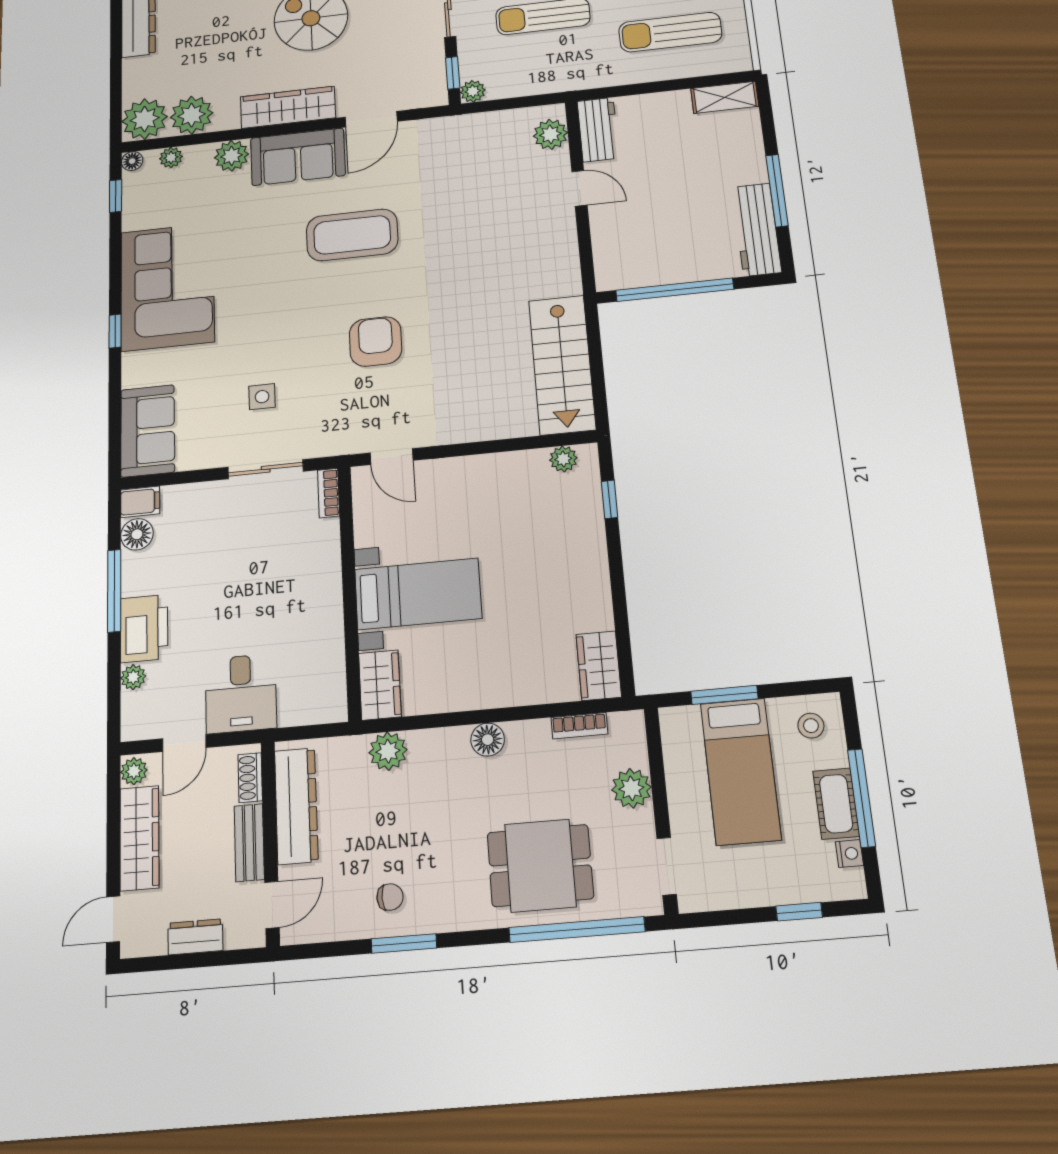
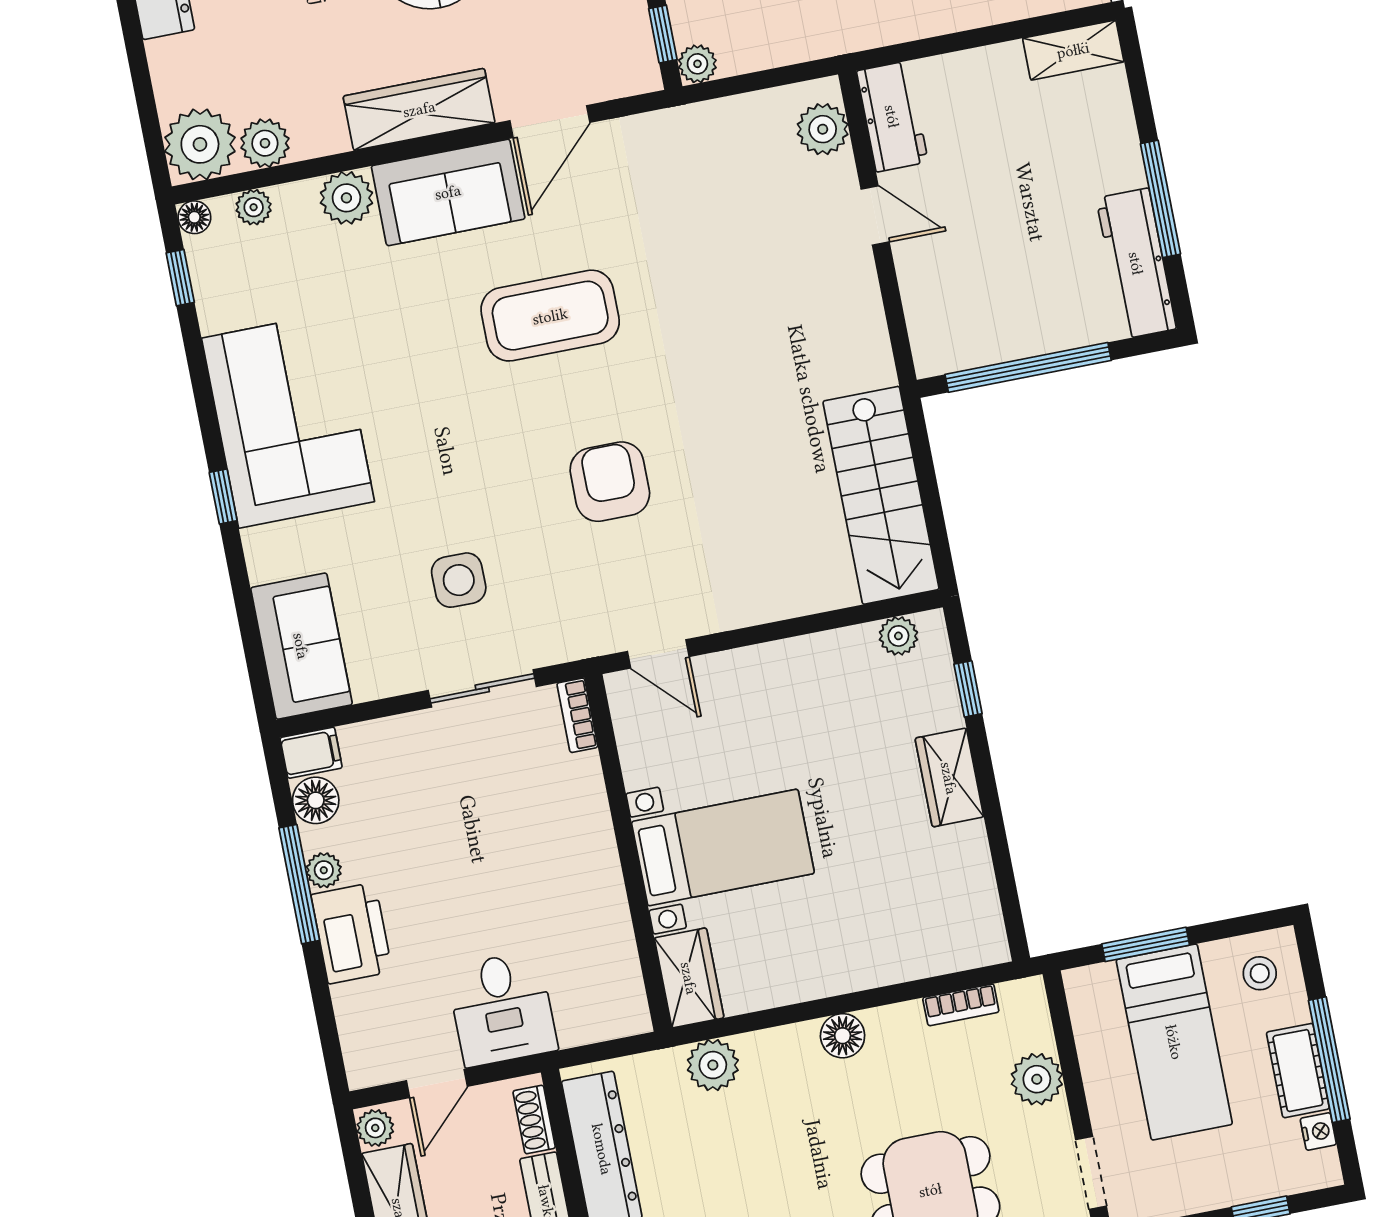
plant: (192, 115) -> (265, 143), width x0.73, depth x0.73
side table: (262, 397) -> (459, 580), width x1.37, depth x1.37
wardrobe: (599, 666) -> (949, 778), moved
plant: (133, 677) -> (324, 870), moved

